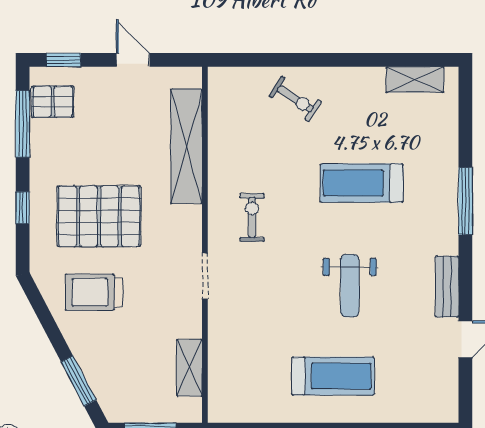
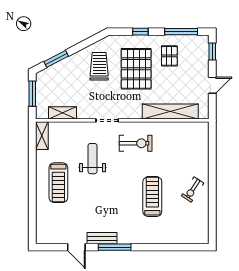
shelving: (415, 80) -> (42, 136), moved
exercise bike: (295, 99) -> (193, 189), moved
pallet: (53, 102) -> (169, 56), moved
window: (465, 201) -> (115, 247), moved
exercise bike: (252, 217) -> (136, 143), width x1.38, depth x1.39
weight bench: (350, 286) -> (92, 159), moved, turned 90

